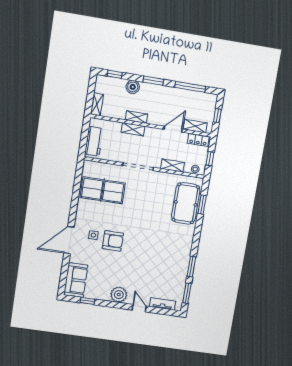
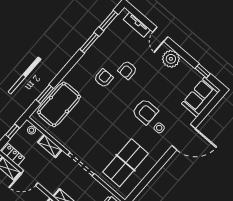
table tennis table: (103, 190) -> (126, 163), turned 90
armchair: (113, 241) -> (145, 112), turned 180
armchair: (163, 246) -> (104, 78), added
armchair: (148, 265) -> (127, 70), added

